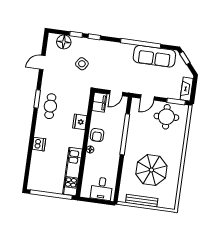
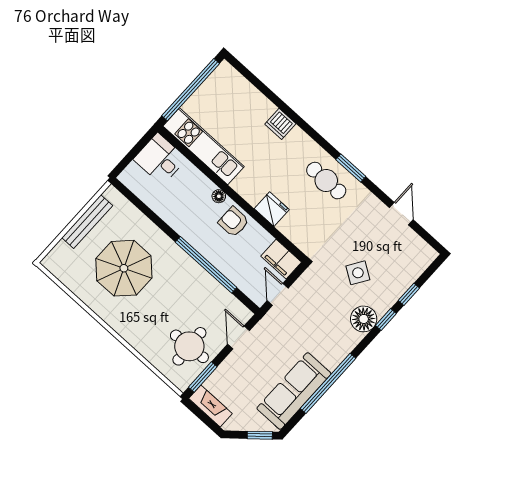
floor lamp: (64, 42) -> (364, 319), moved
desk: (102, 189) -> (160, 159), moved

